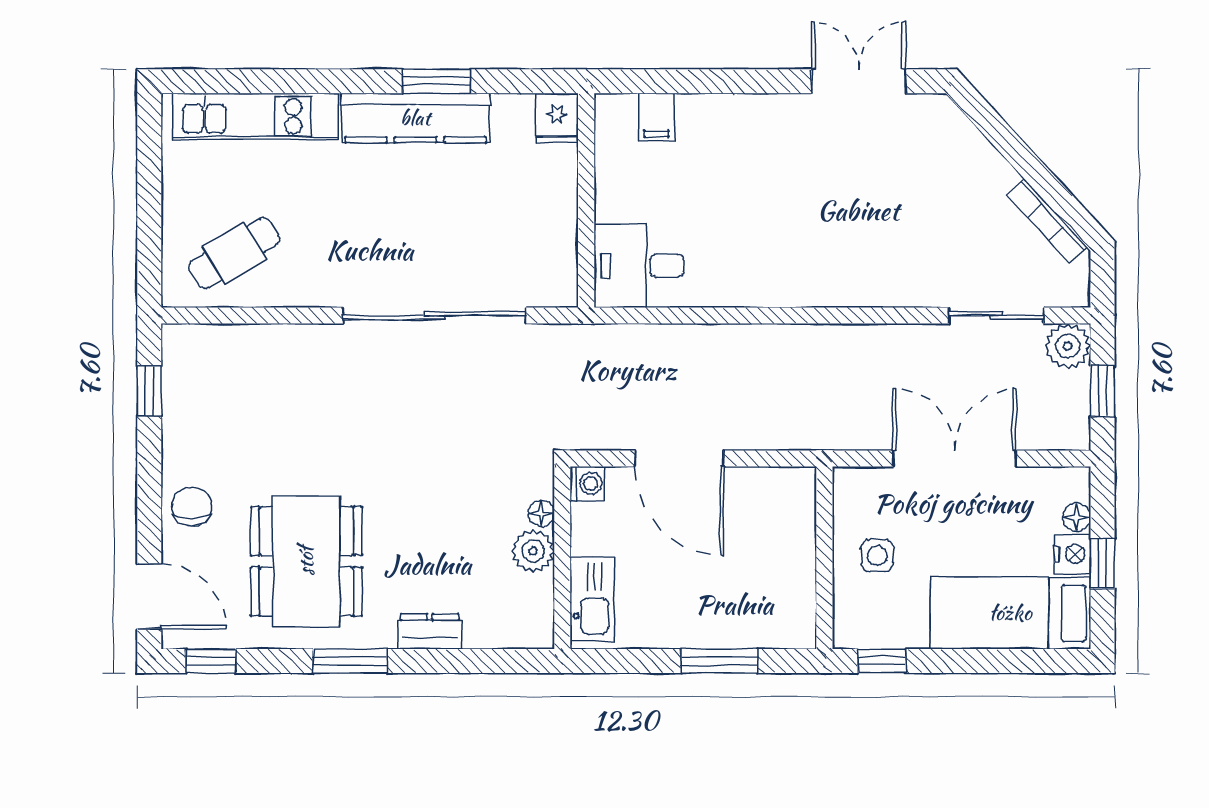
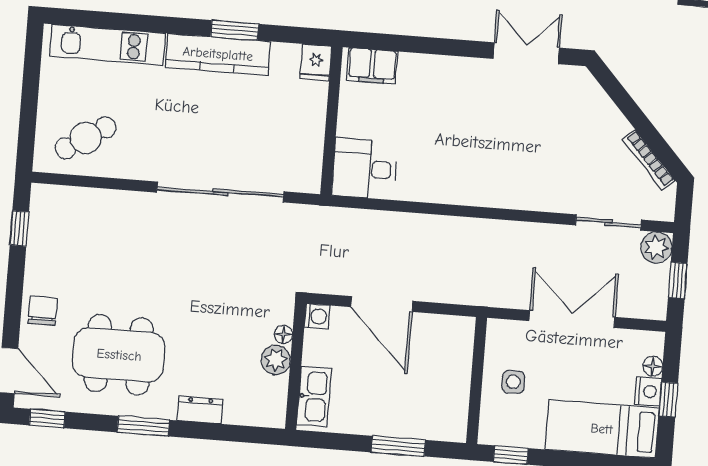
filing cabinet: (656, 117) -> (372, 66), width x2.00
dining table: (306, 561) -> (119, 355), turned 90

